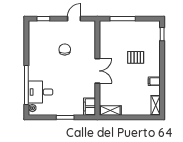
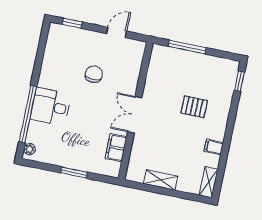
double door: (97, 71) -> (135, 115), swing flipped
desk: (41, 92) -> (51, 107), moved
filing cabinet: (89, 107) -> (116, 148), moved
shelving: (110, 110) -> (161, 180), moved

